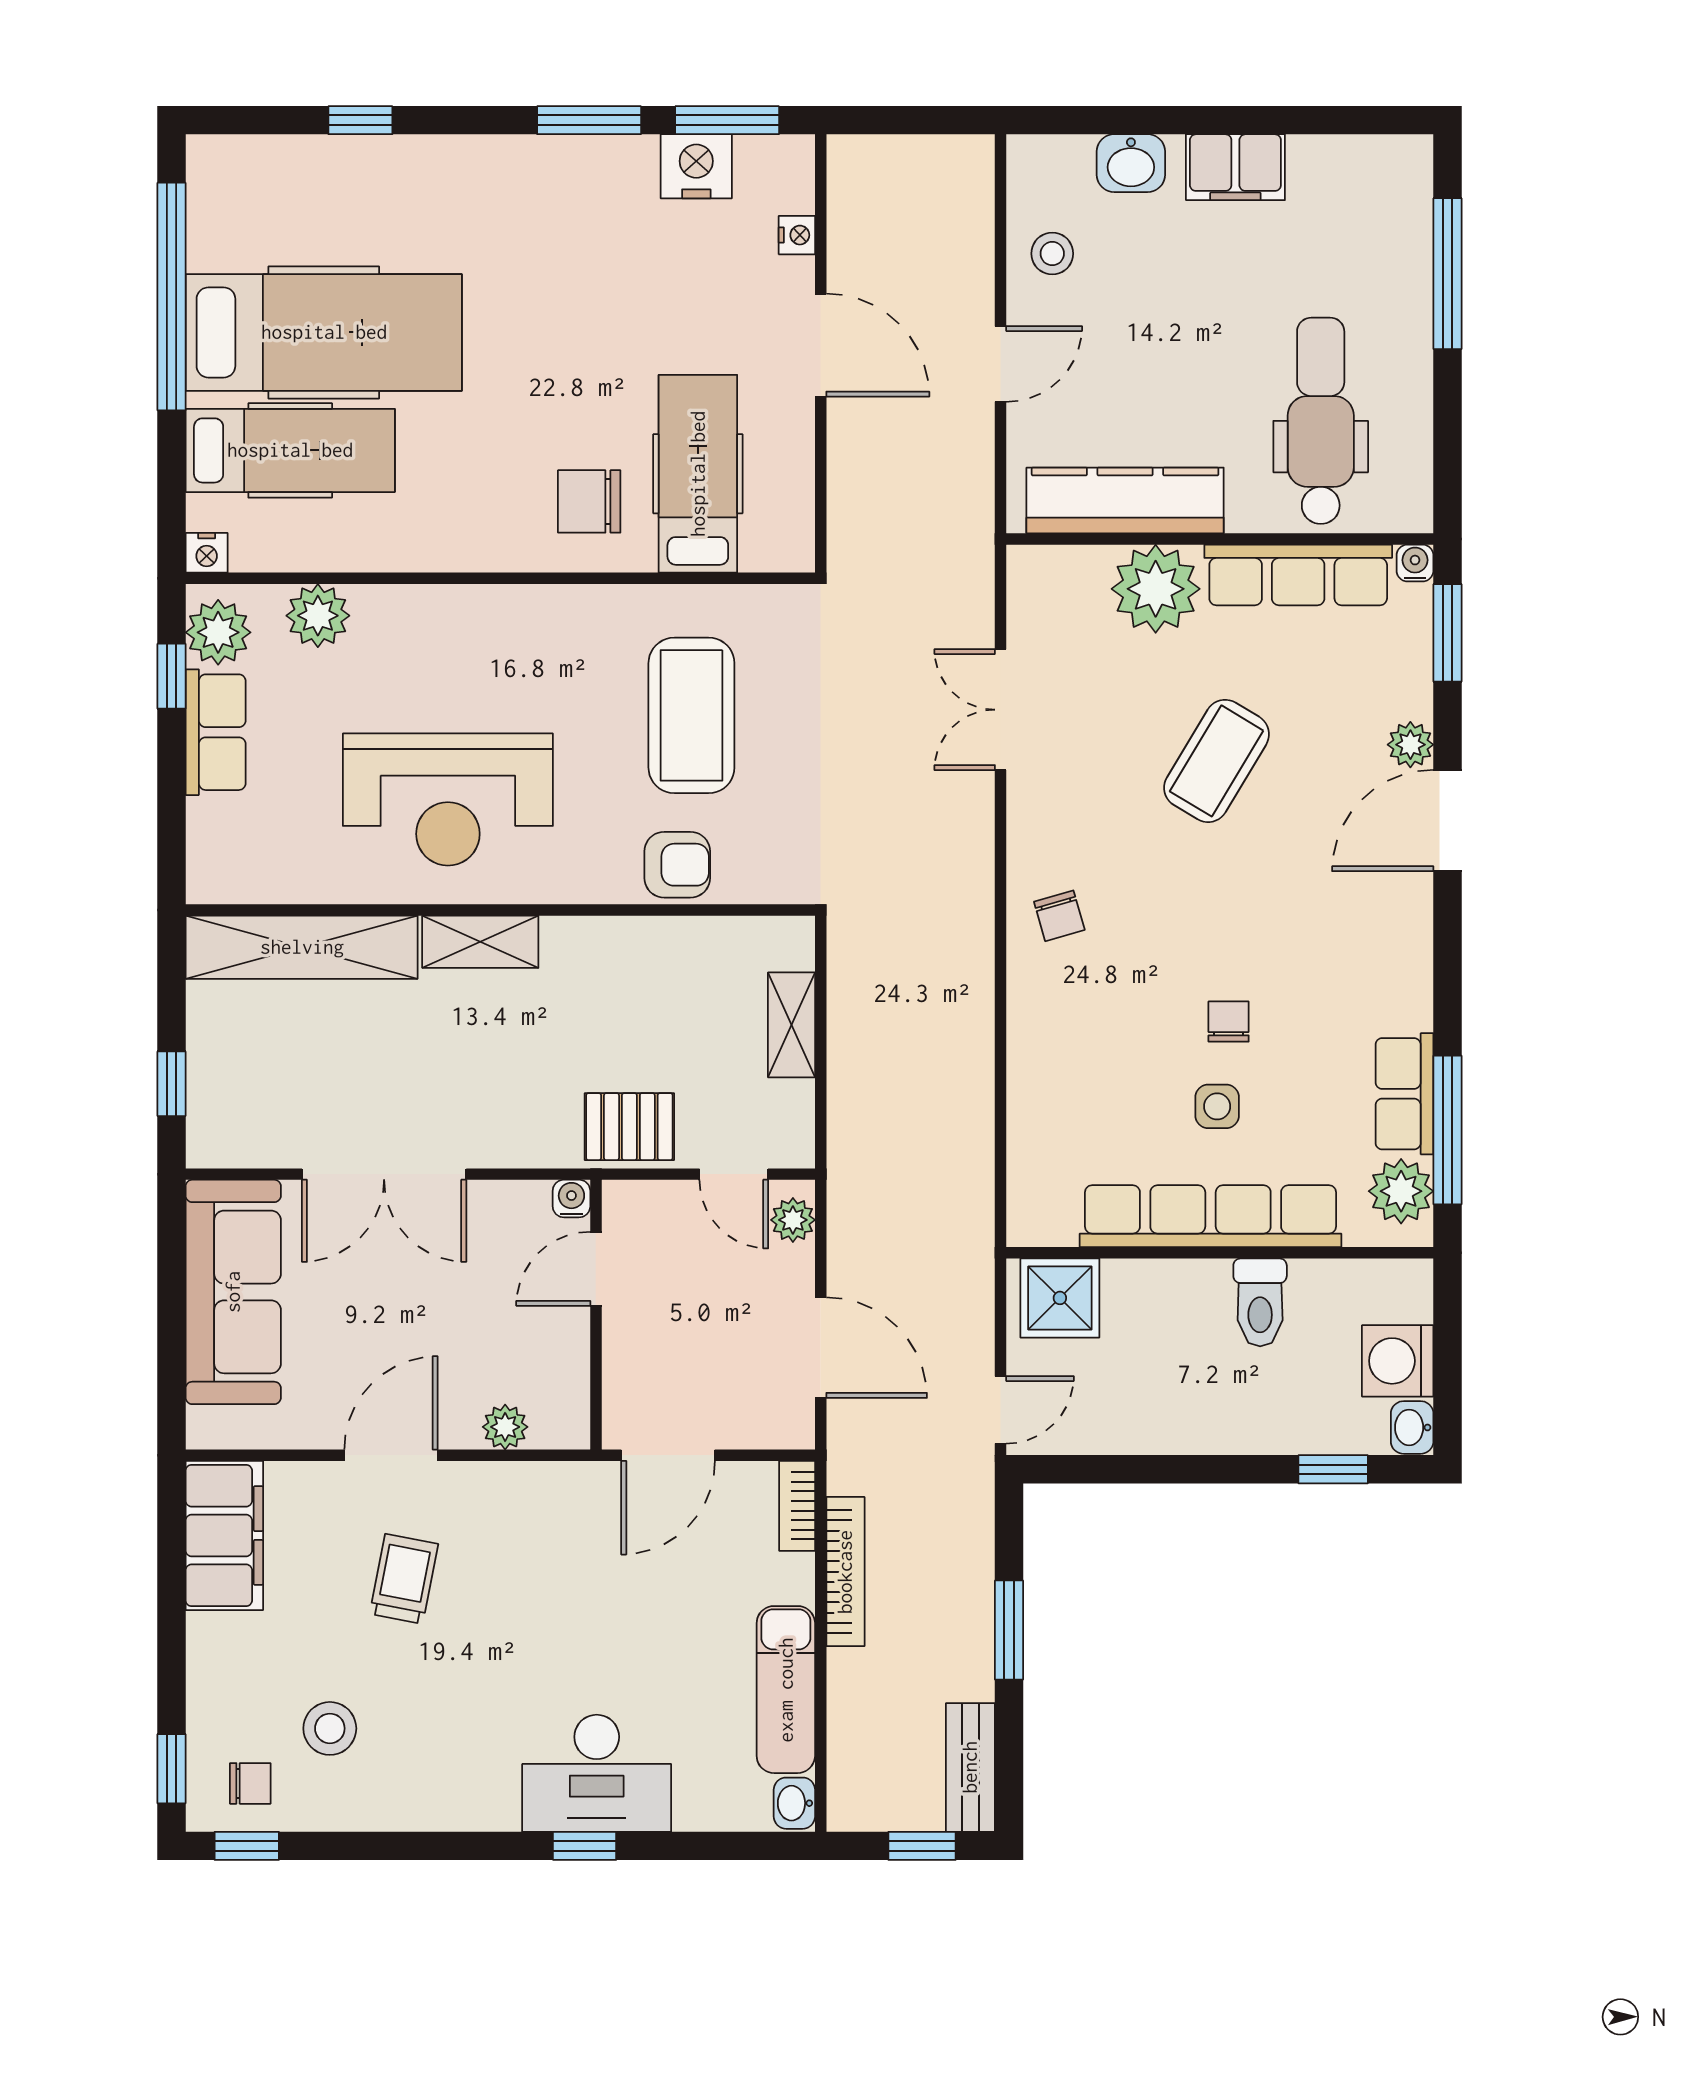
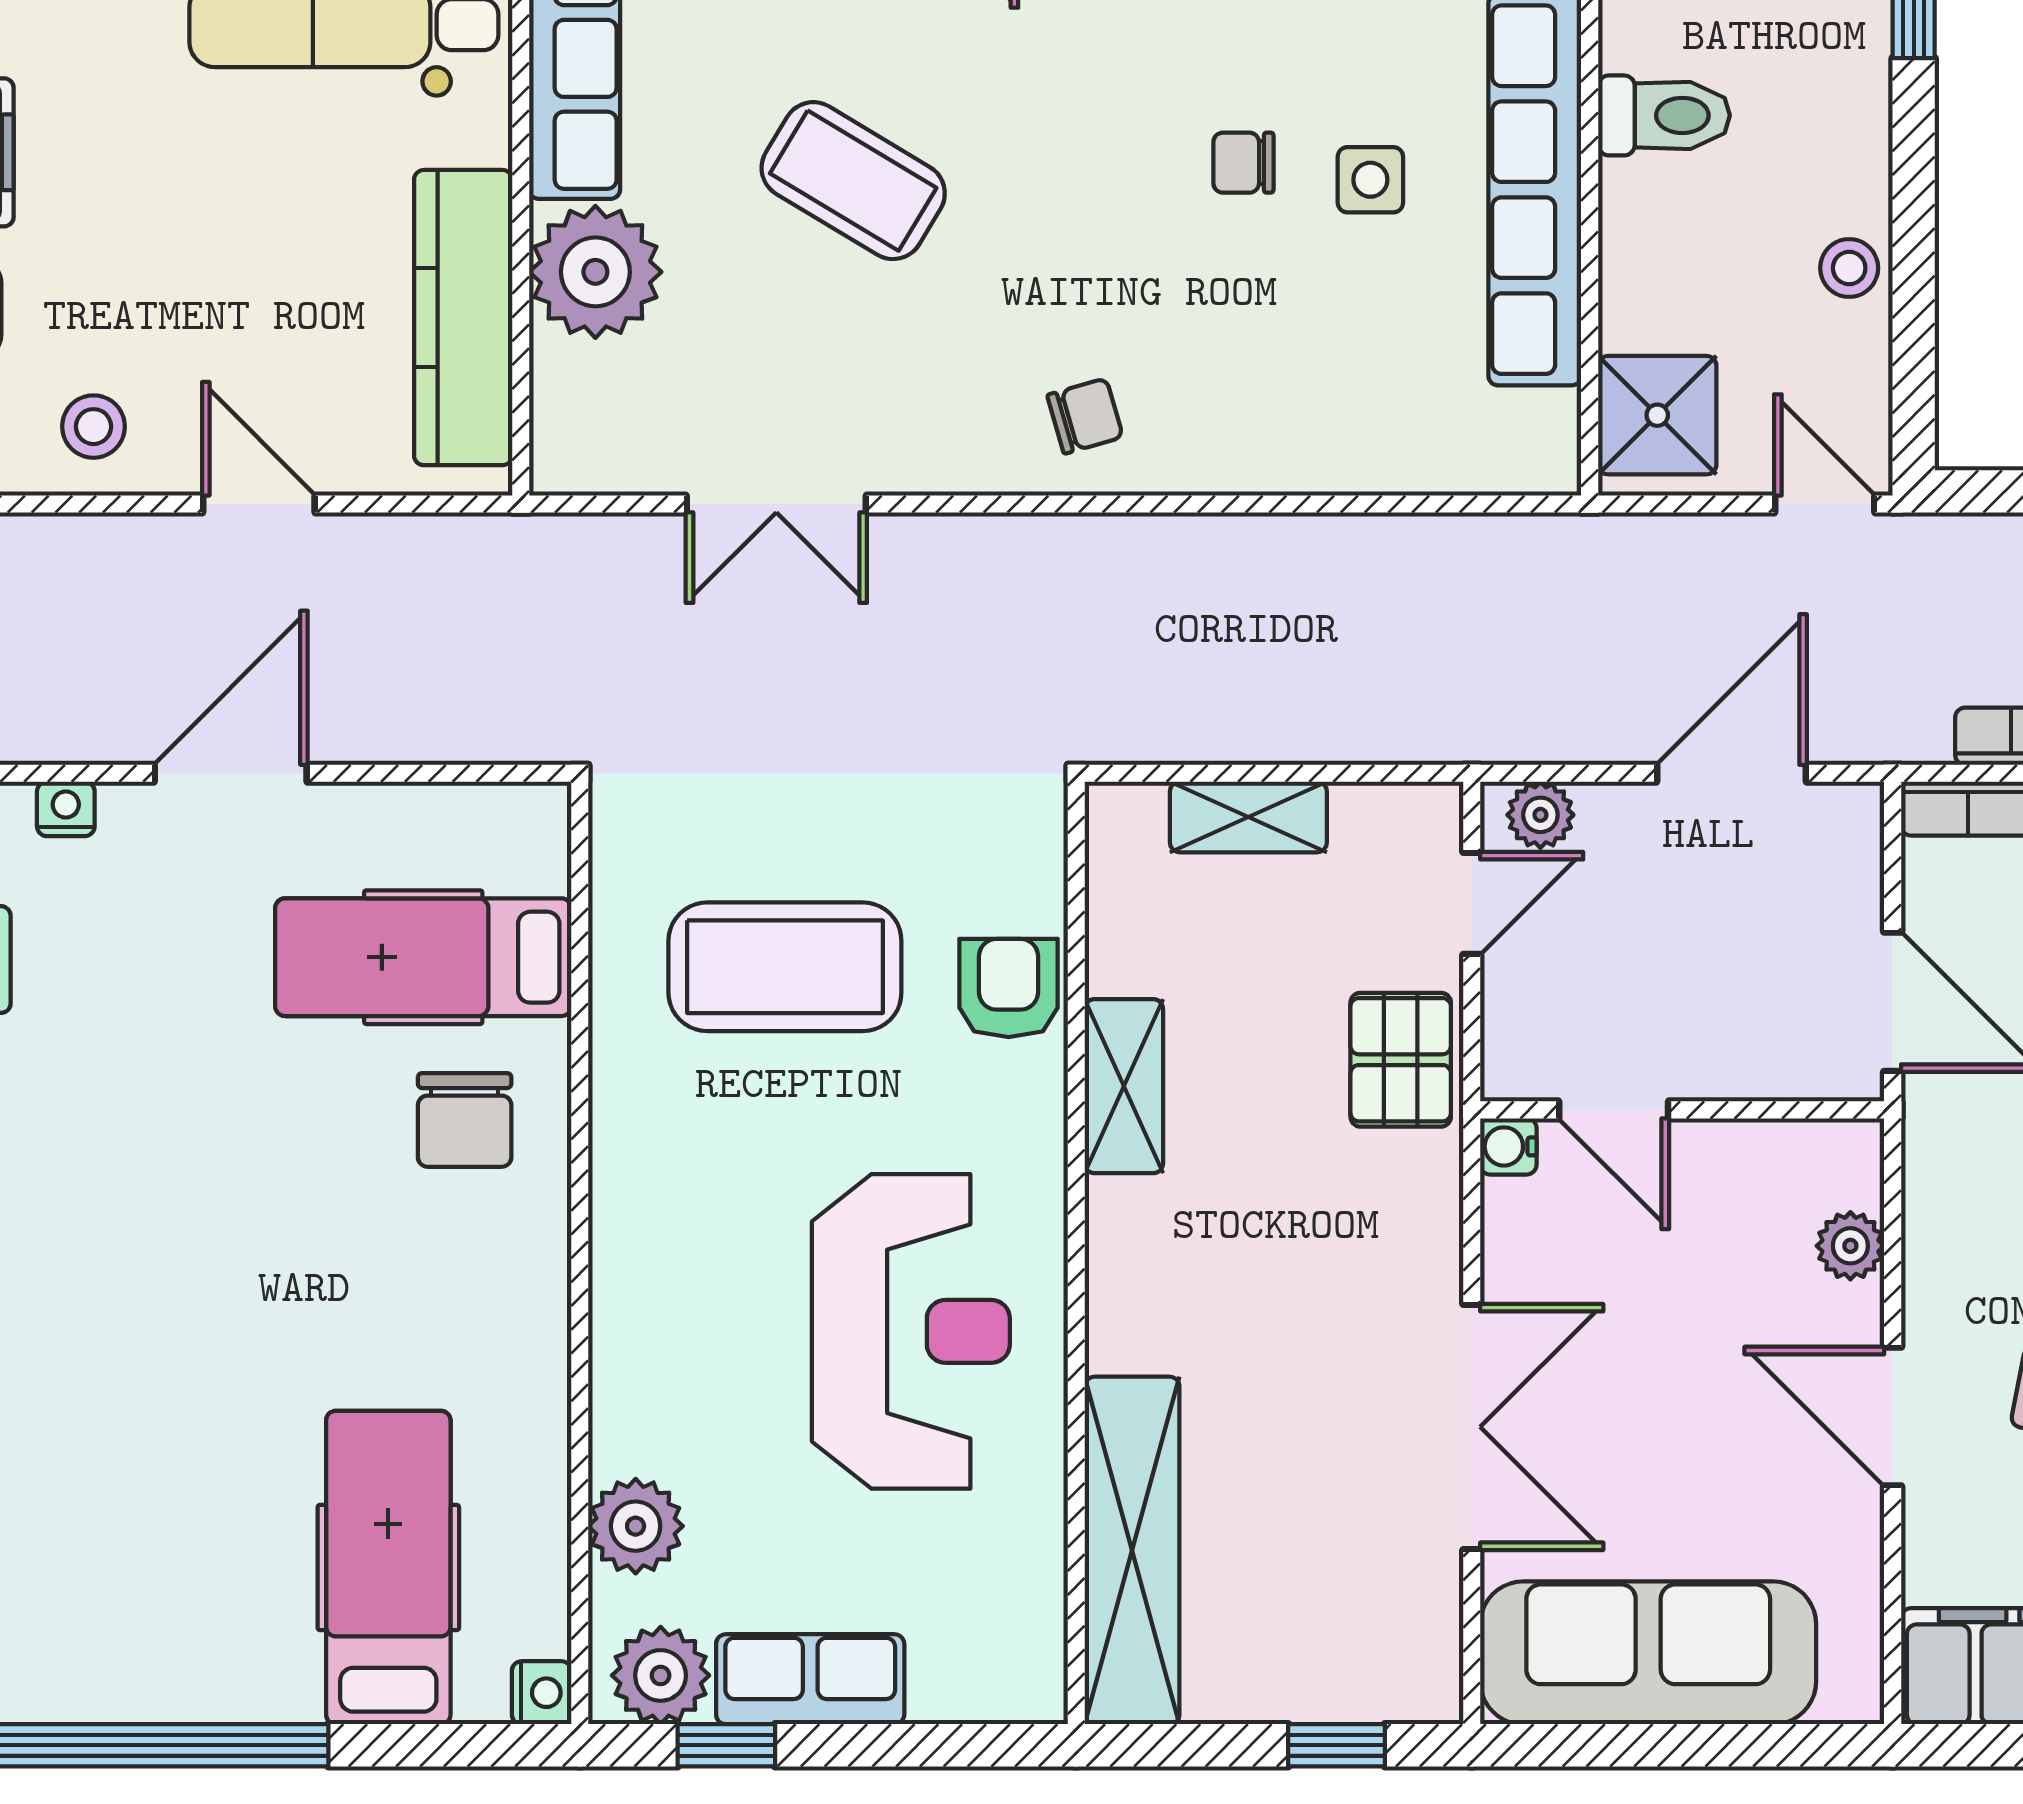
hospital bed: (324, 332) -> (212, 1517), removed
shelving: (480, 942) -> (1124, 1086), moved
stool: (1158, 1426) -> (1849, 268), added

